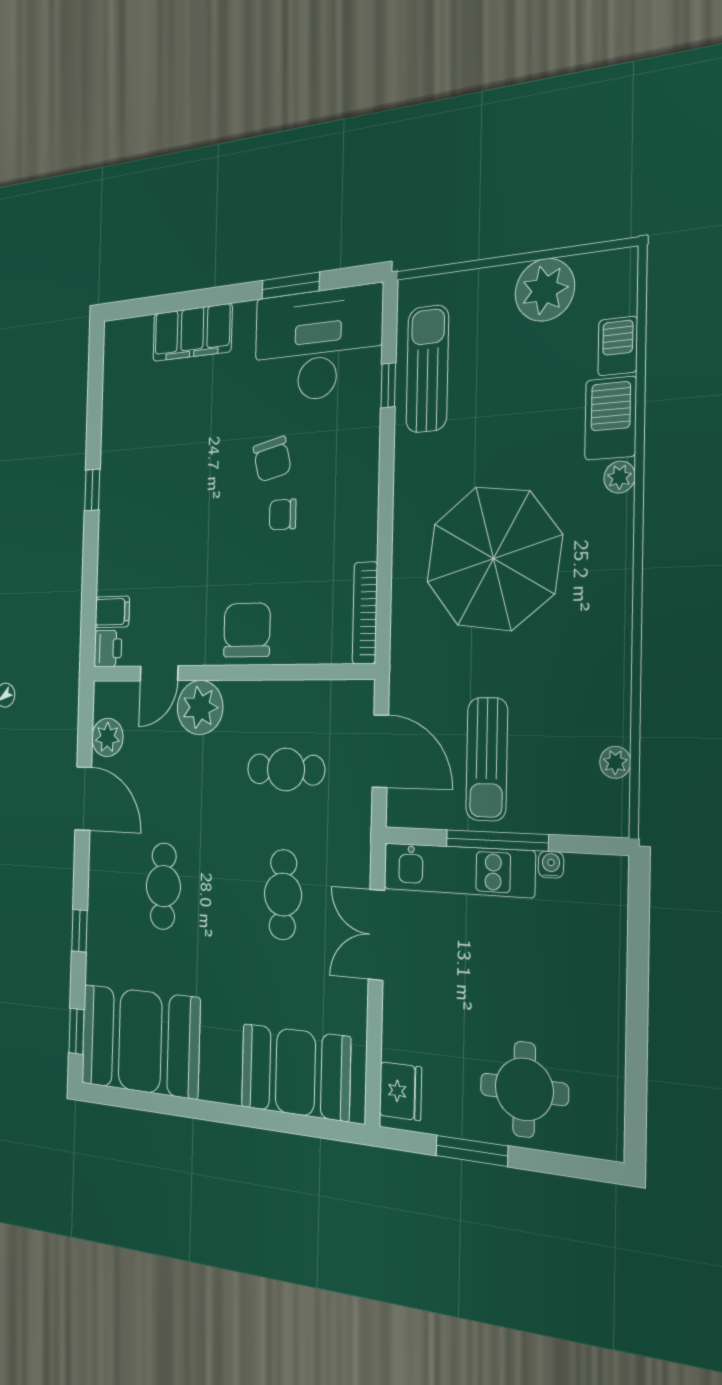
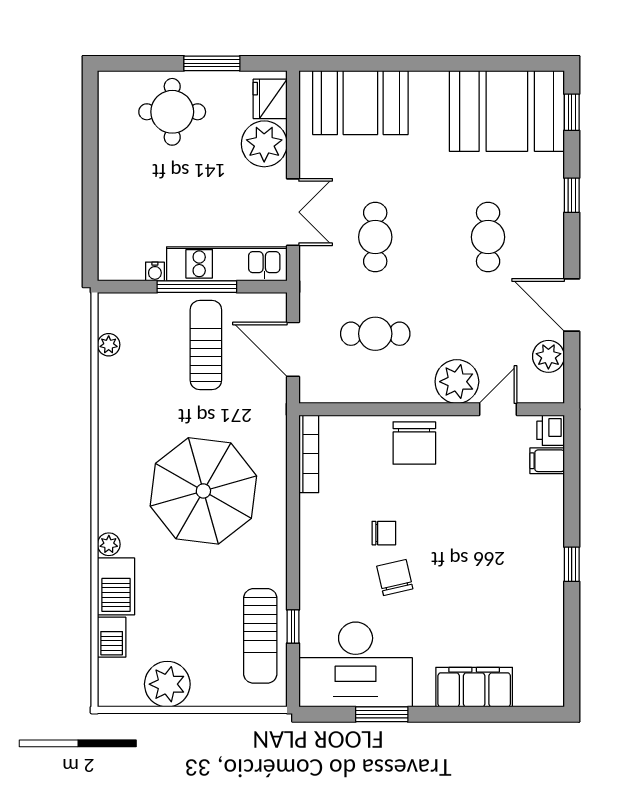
plant: (409, 1031) -> (264, 144), added

